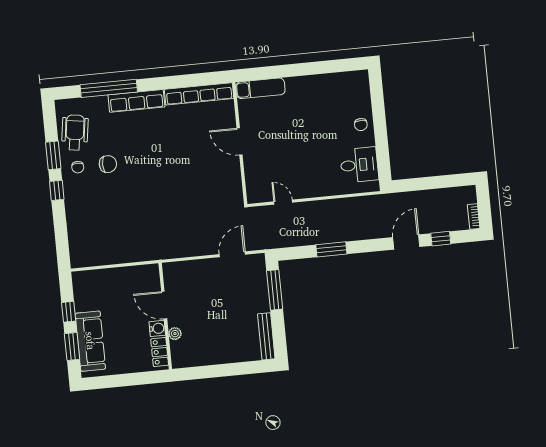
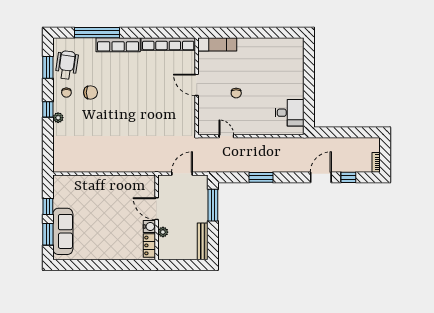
chair: (361, 125) -> (236, 93), moved
window: (53, 155) -> (48, 67), moved
plant: (70, 200) -> (58, 118), added
door: (164, 305) -> (157, 209), moved
wall: (165, 316) -> (157, 217), moved
water cooler: (157, 328) -> (149, 227), moved
plant: (175, 334) -> (163, 232), moved
locker: (160, 352) -> (149, 245), moved

